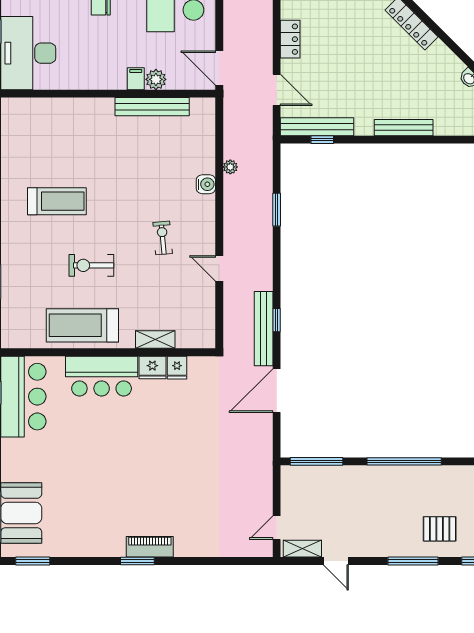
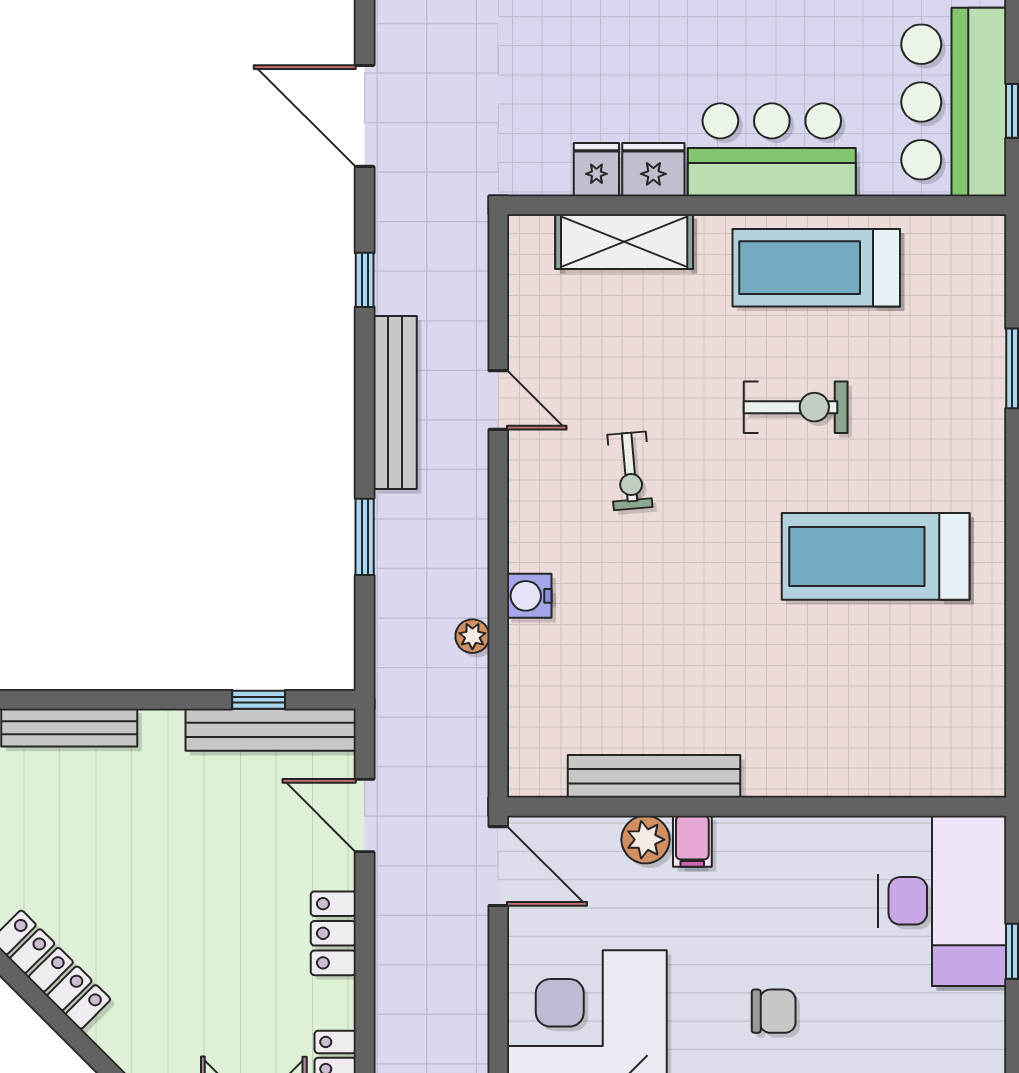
treadmill: (57, 201) -> (876, 556), width x1.37, depth x1.38
treadmill: (82, 325) -> (816, 268), turned 180
bench: (264, 329) -> (395, 403), moved
shelving: (155, 340) -> (624, 242), width x1.50, depth x1.33
door: (277, 391) -> (365, 116), swing flipped

